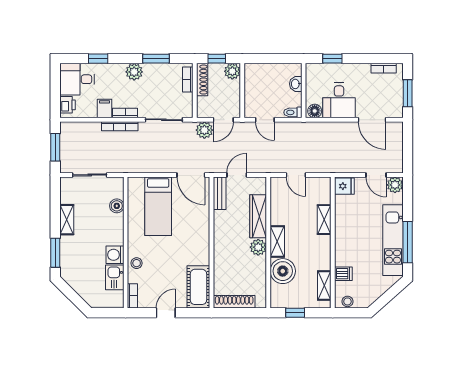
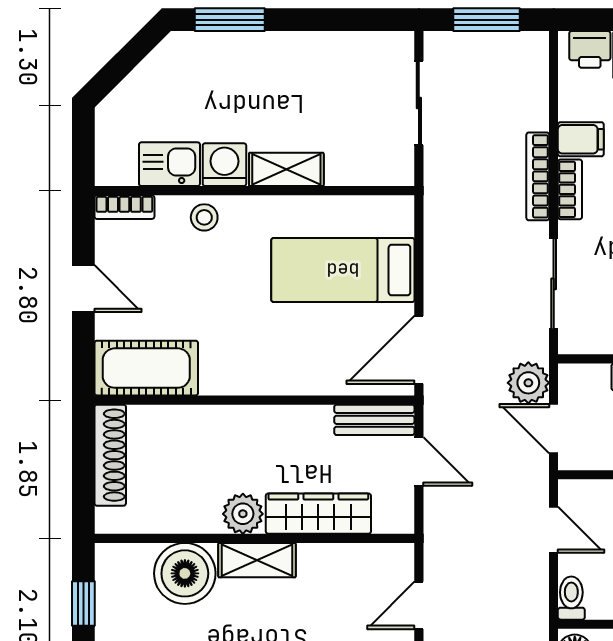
door: (265, 120) -> (554, 530), swing flipped
boiler: (117, 206) -> (344, 169), removed
shelving: (67, 220) -> (286, 169), moved

